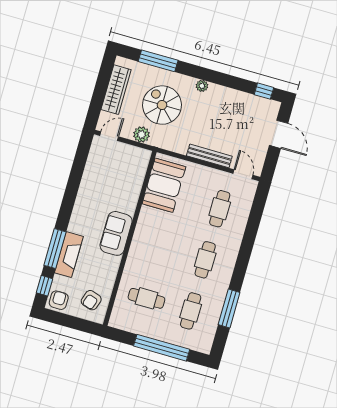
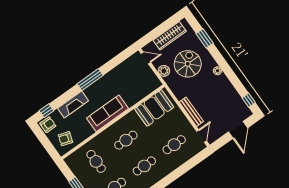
window: (158, 61) -> (205, 38), width x0.69
sofa: (116, 233) -> (108, 113), width x1.36
cafe table: (161, 247) -> (126, 140), added
window: (55, 249) -> (90, 80), moved

